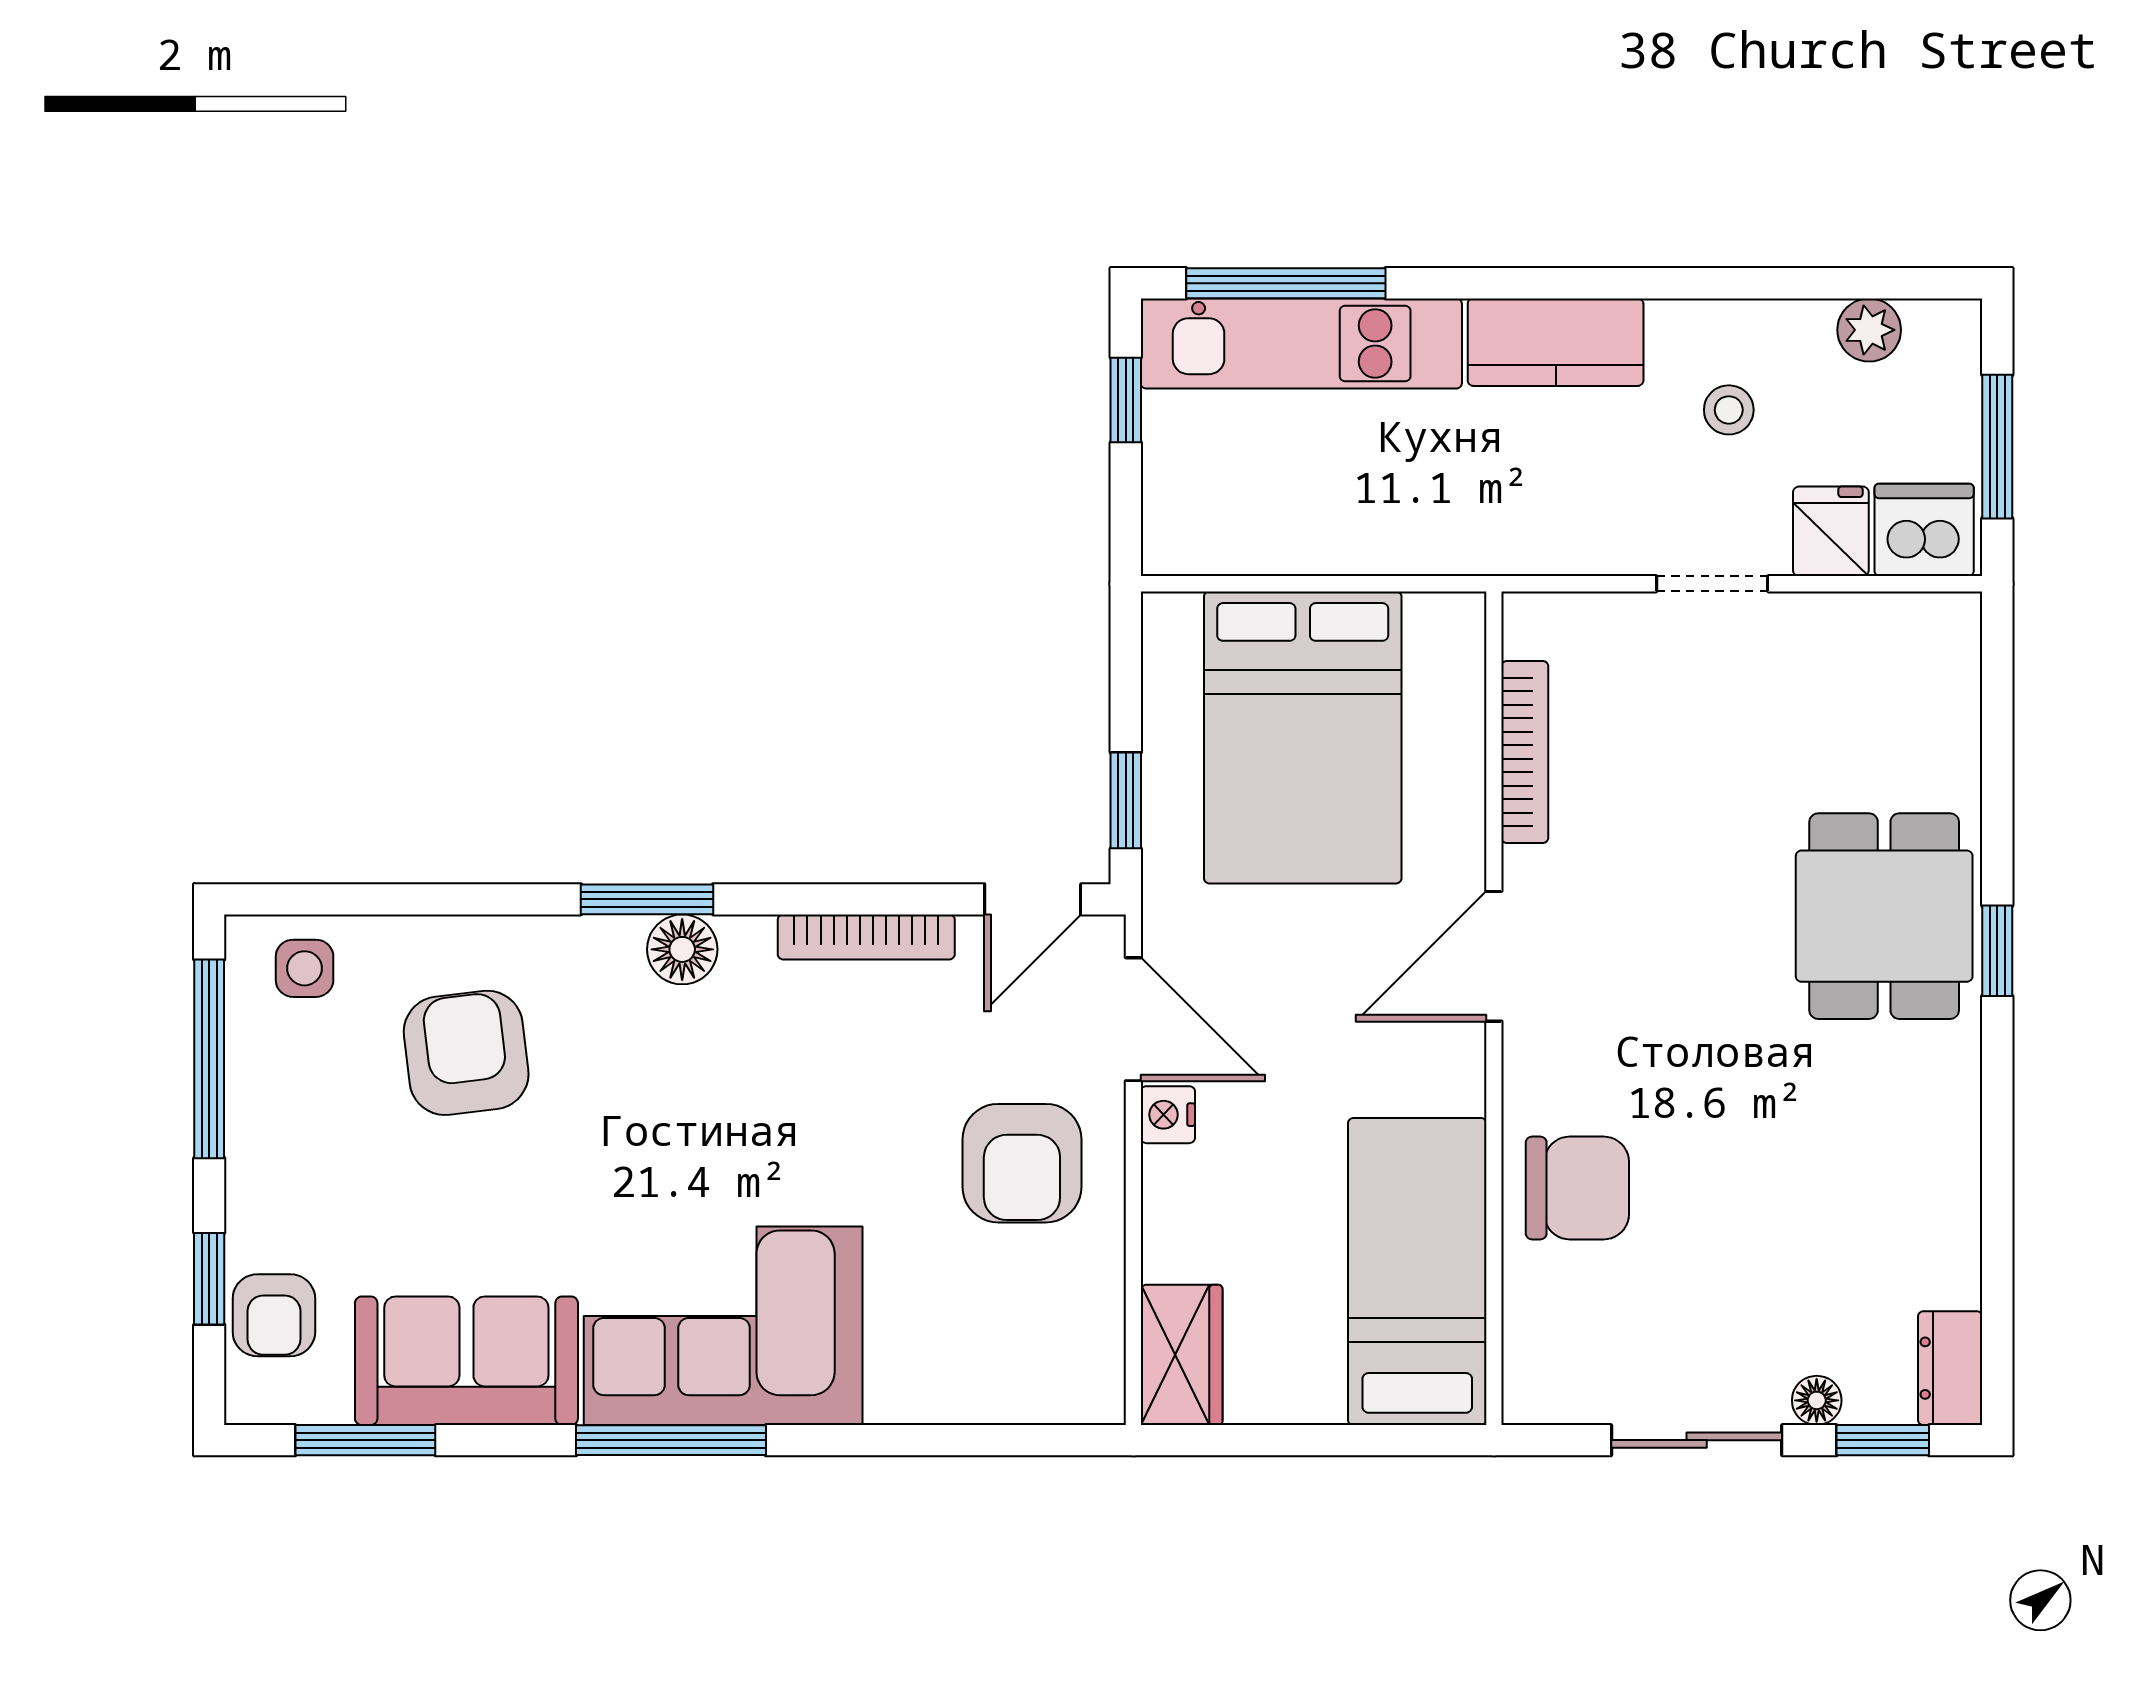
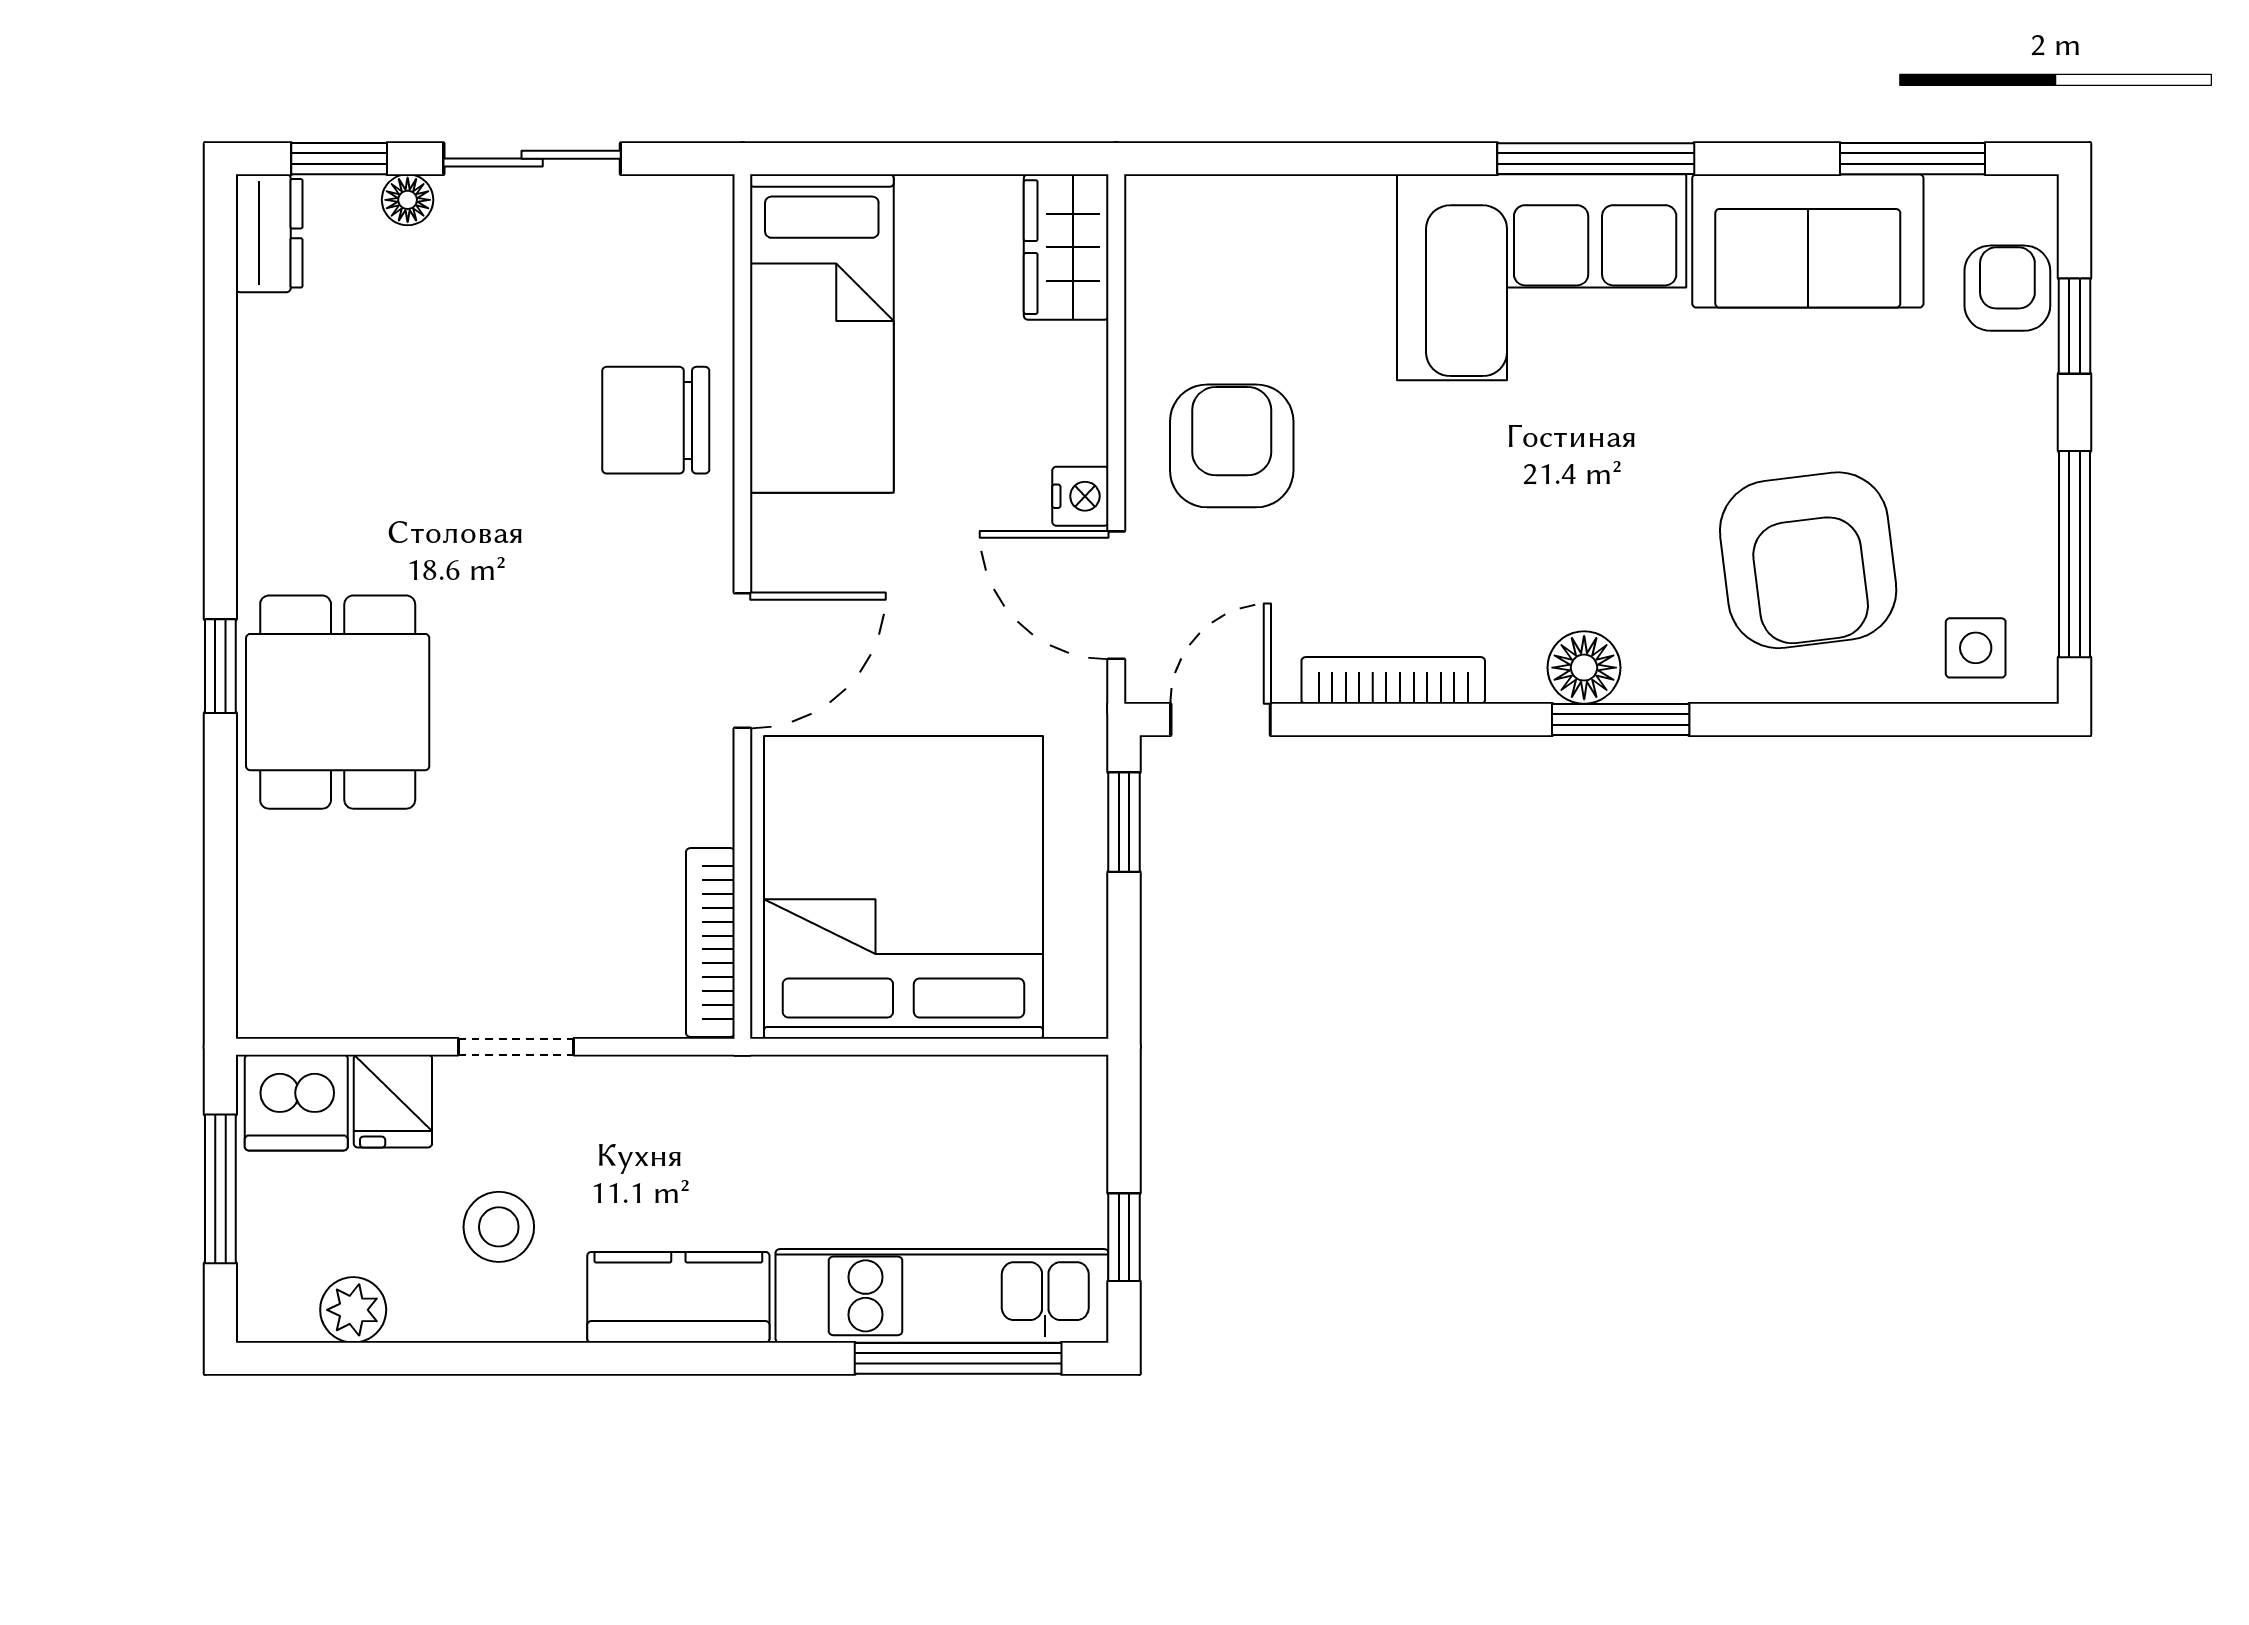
stool: (1729, 410) -> (499, 1227), width x1.37, depth x1.37
bed: (1303, 737) -> (903, 887), width x1.36
bookcase: (1525, 752) -> (710, 943), moved
armchair: (466, 1053) -> (1808, 560), width x1.36, depth x1.36

